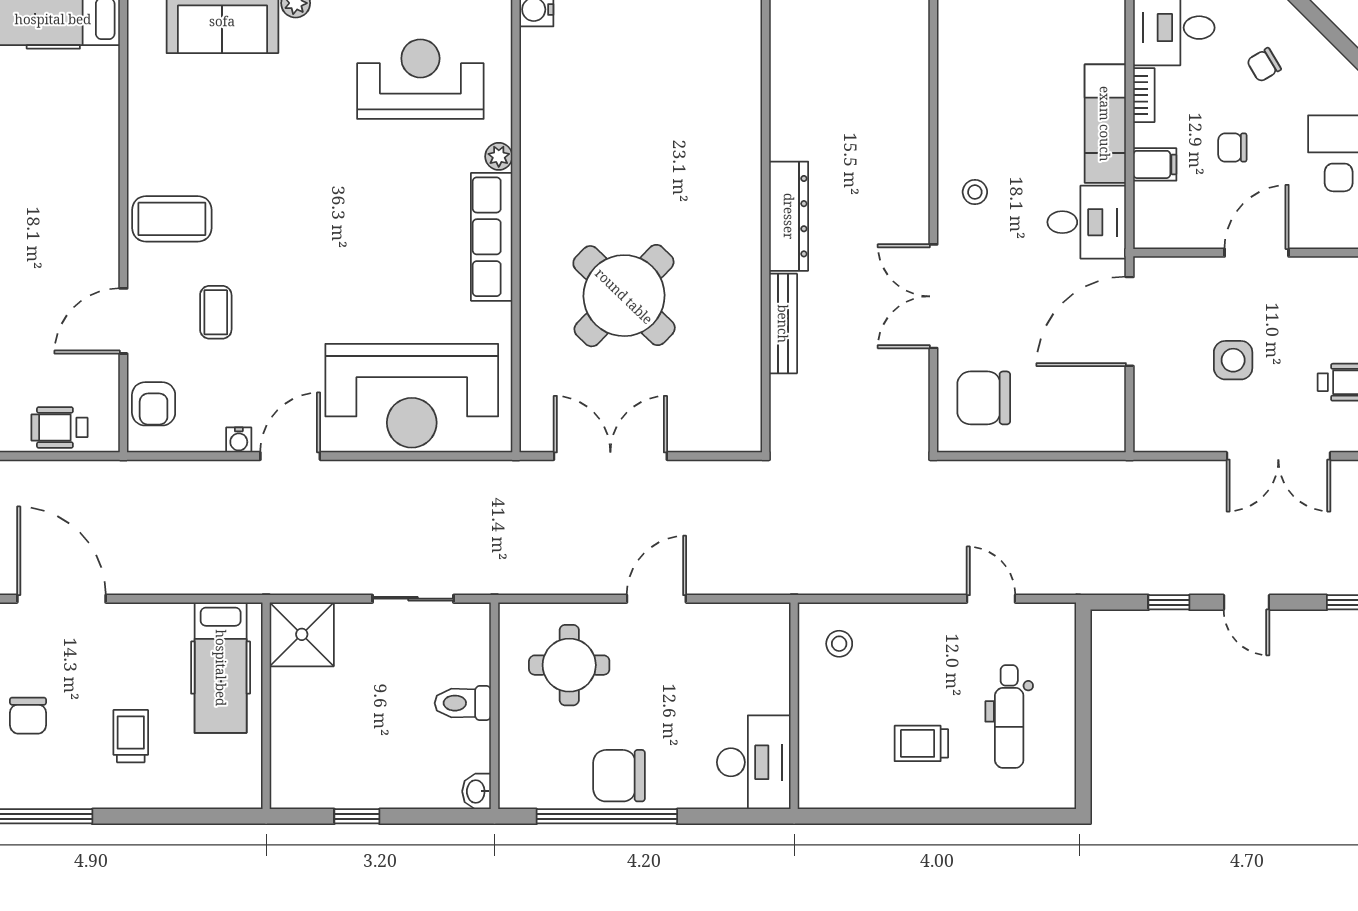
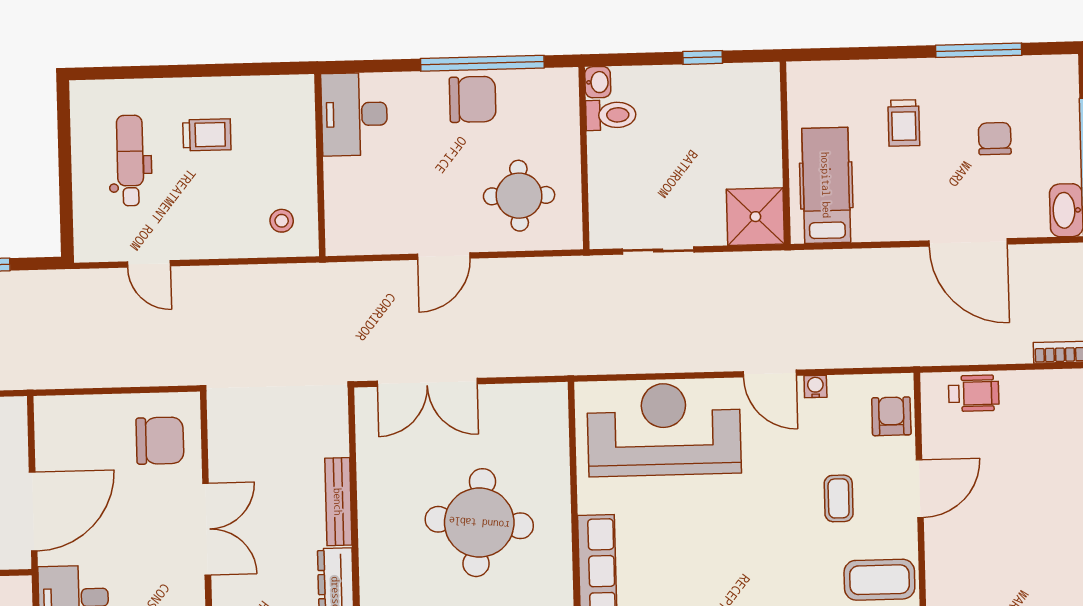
round table: (624, 296) -> (479, 523), turned -38
door: (290, 456) -> (770, 373), hinge flipped
double door: (610, 456) -> (427, 382), moved
toilet: (463, 703) -> (611, 115), moved

